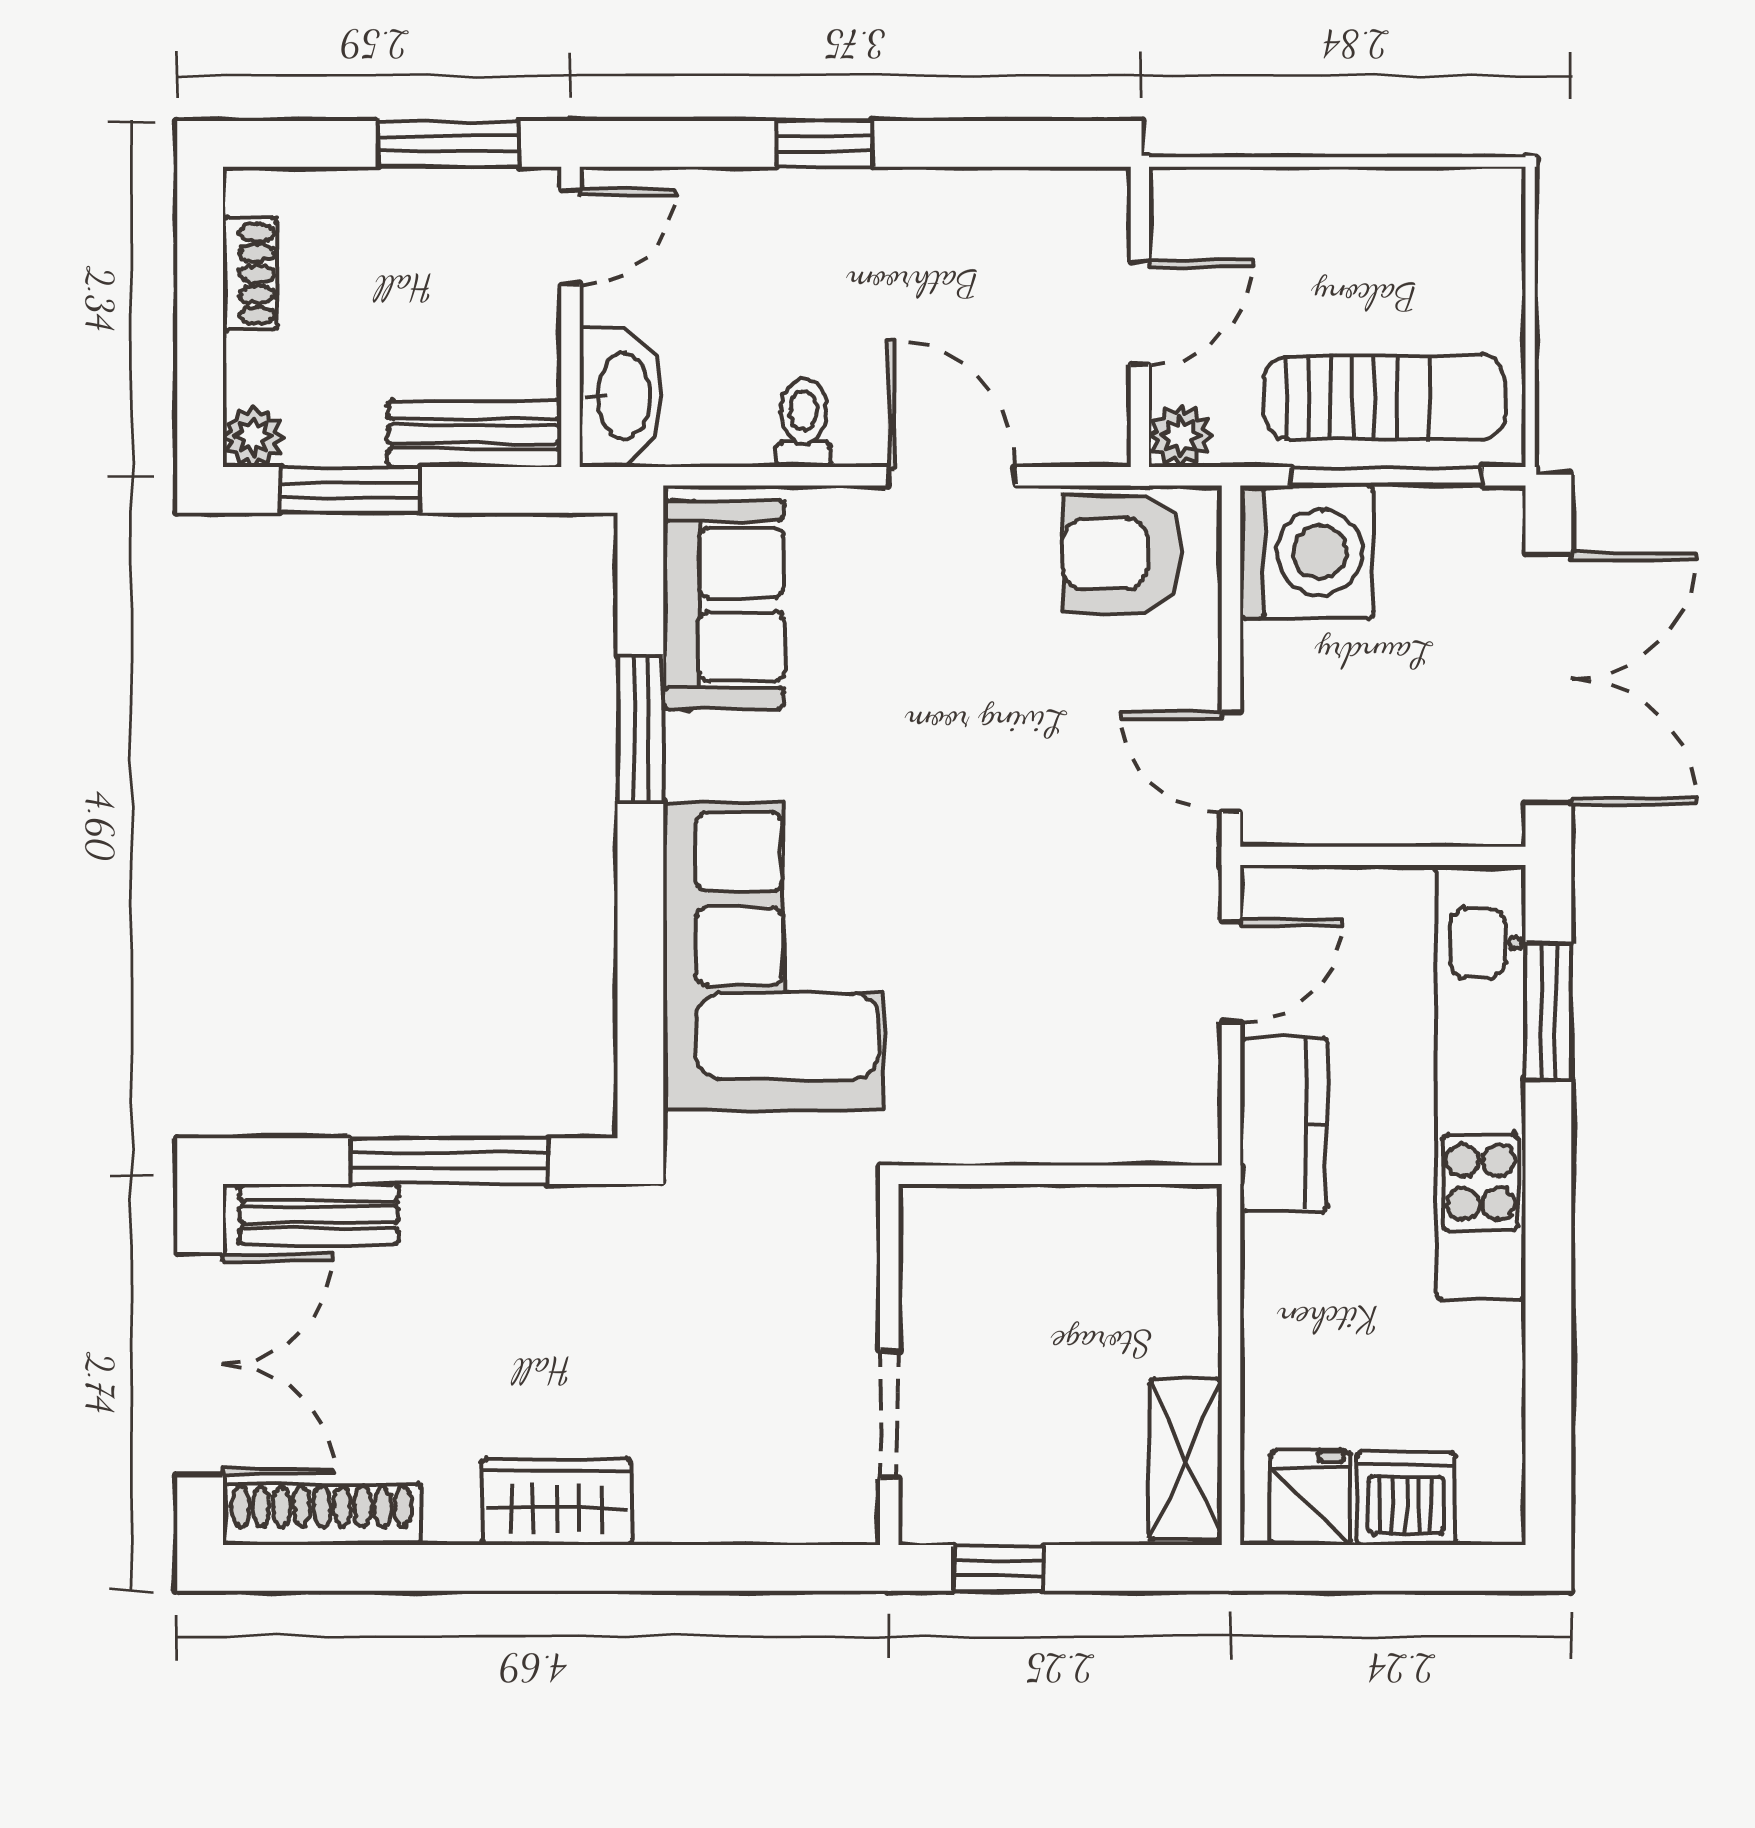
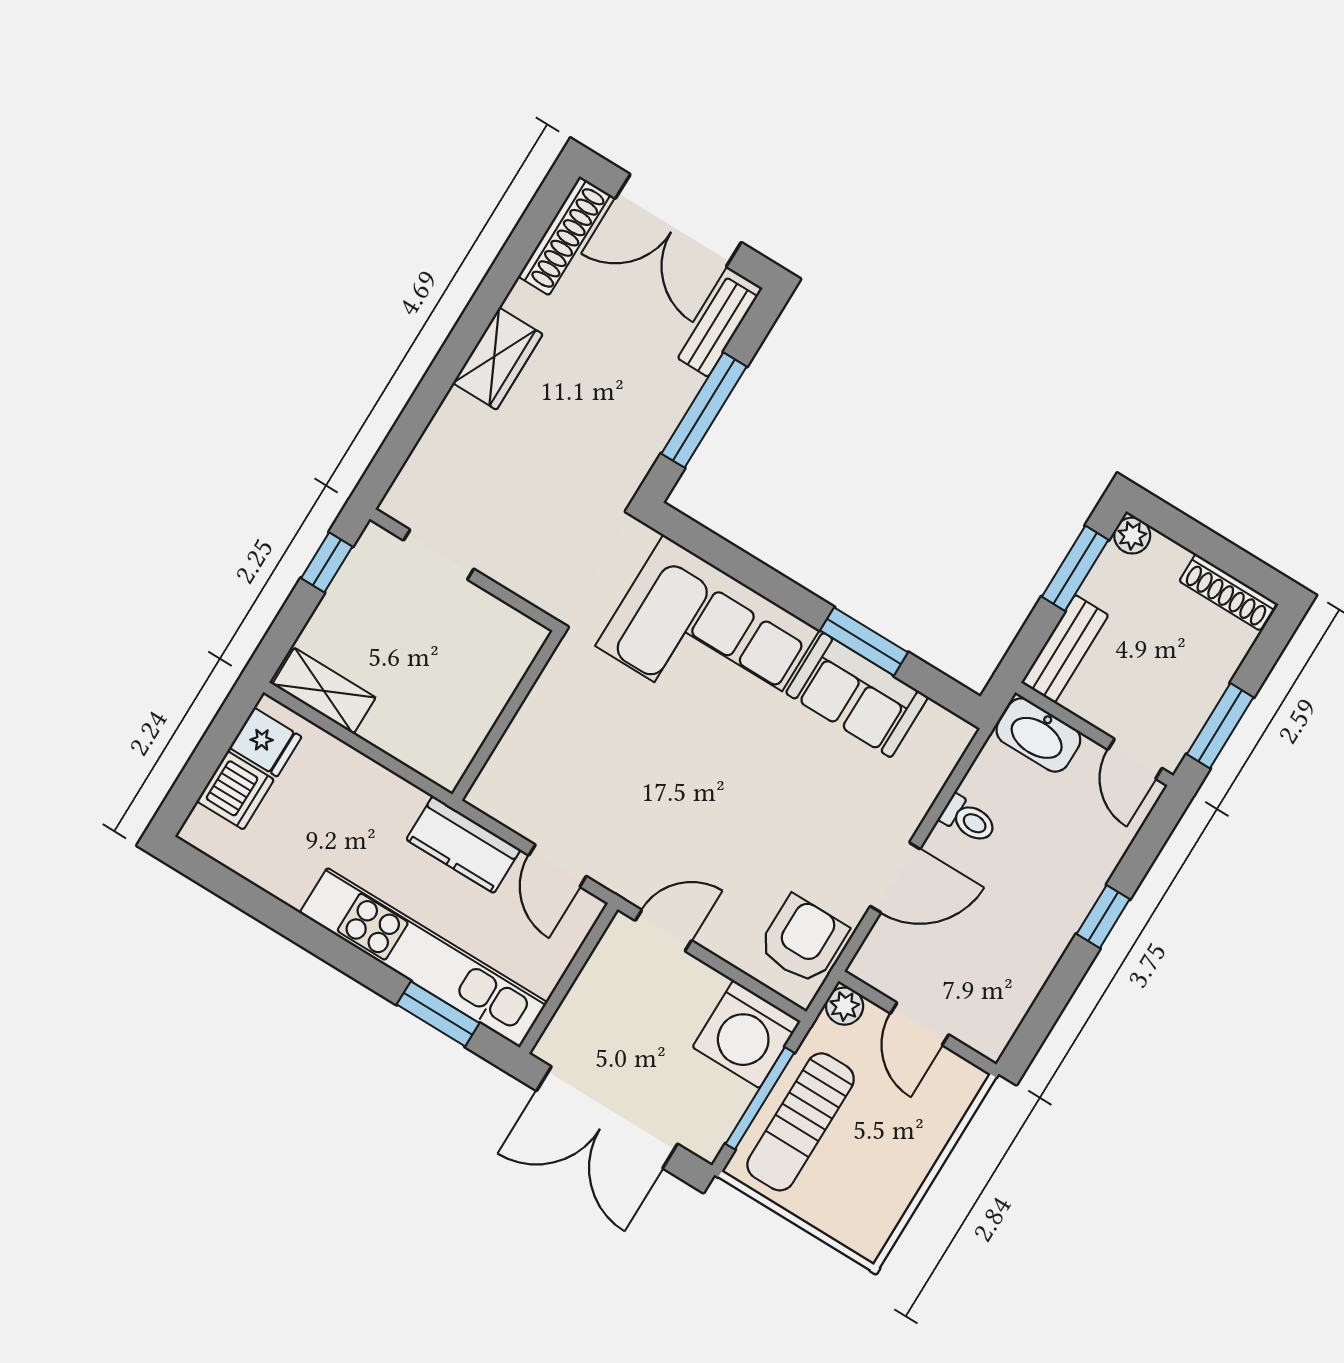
shoe rack: (250, 274) -> (1228, 592), width x1.43
sofa: (724, 605) -> (857, 695), moved

